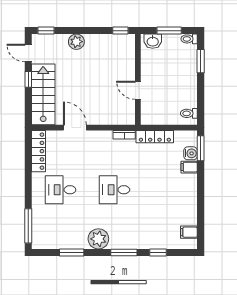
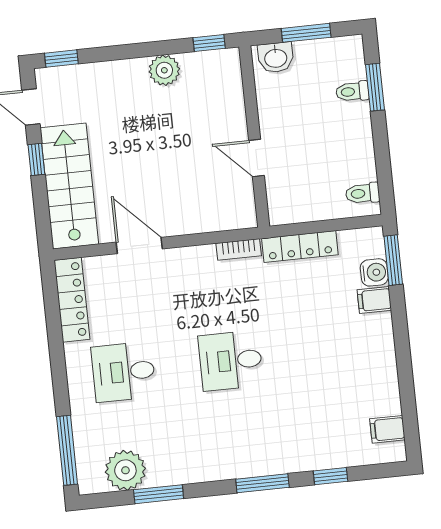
toilet: (189, 39) -> (352, 92), moved
plant: (76, 42) -> (164, 70), moved
plant: (98, 239) -> (125, 470), moved

